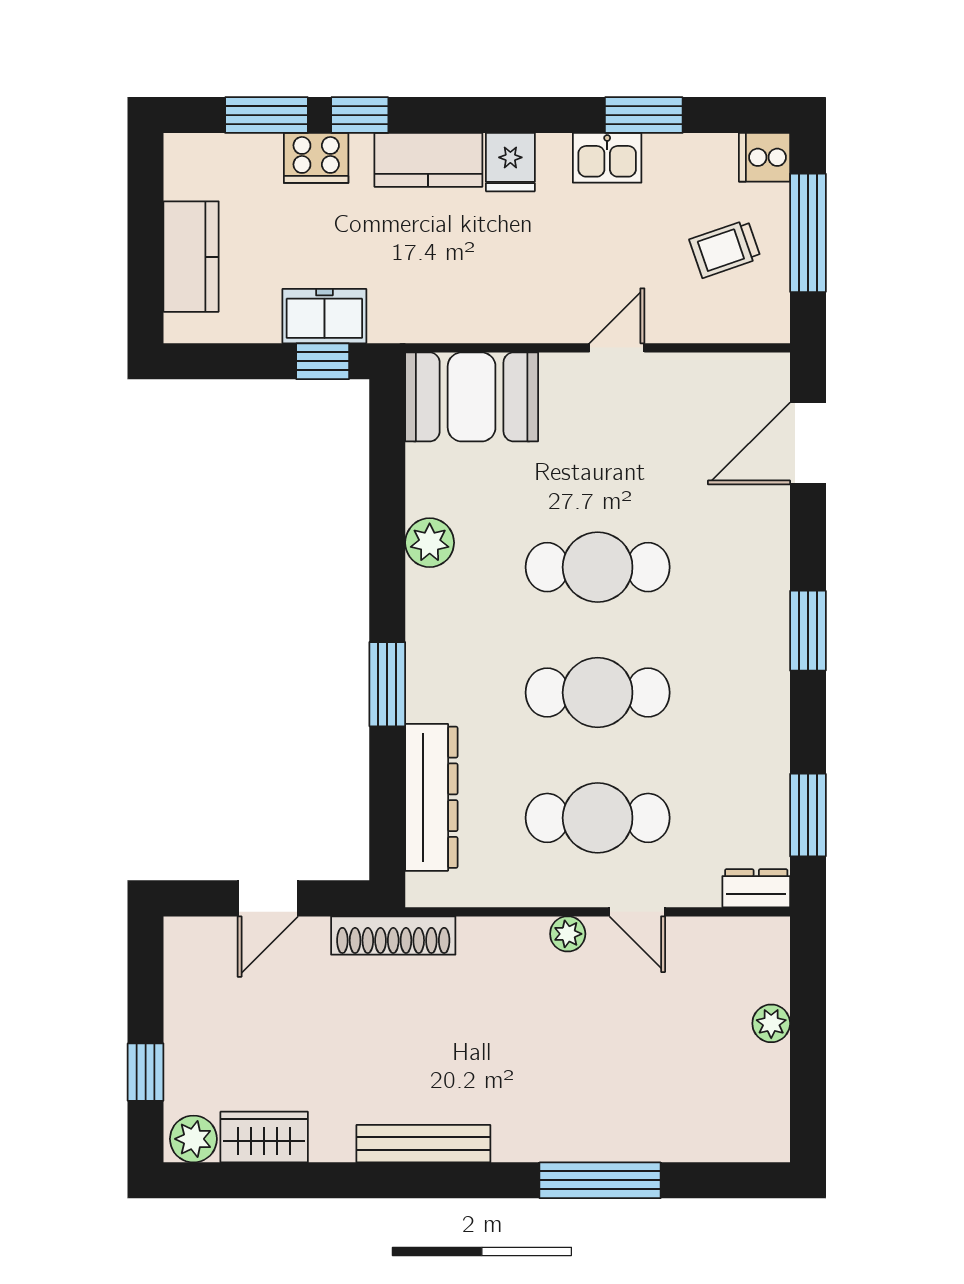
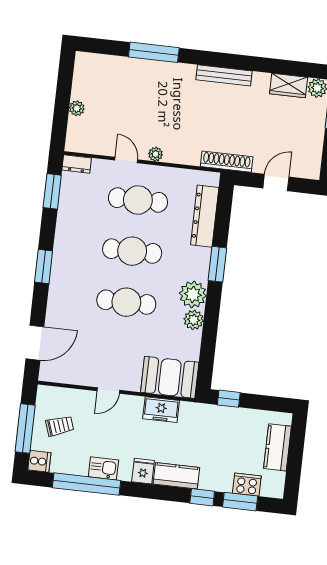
window: (644, 115) -> (87, 484), width x2.11
cooker: (316, 158) -> (247, 485), moved
freezer: (324, 316) -> (161, 410), moved
plant: (438, 604) -> (193, 294), added

